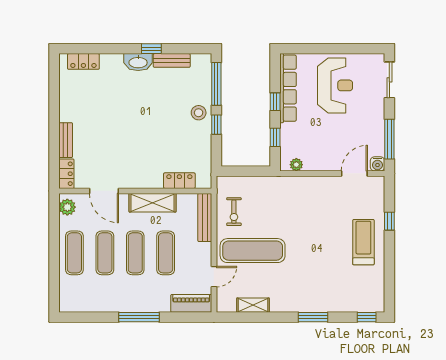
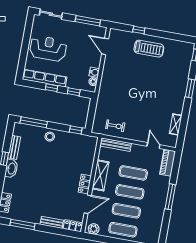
window: (54, 95) -> (22, 224), added
window: (216, 125) -> (76, 130), moved
water cooler: (378, 164) -> (94, 72), moved
locker: (179, 181) -> (85, 184), moved
treadmill: (363, 242) -> (149, 49), turned 180
exercise mat: (253, 251) -> (142, 119), removed

